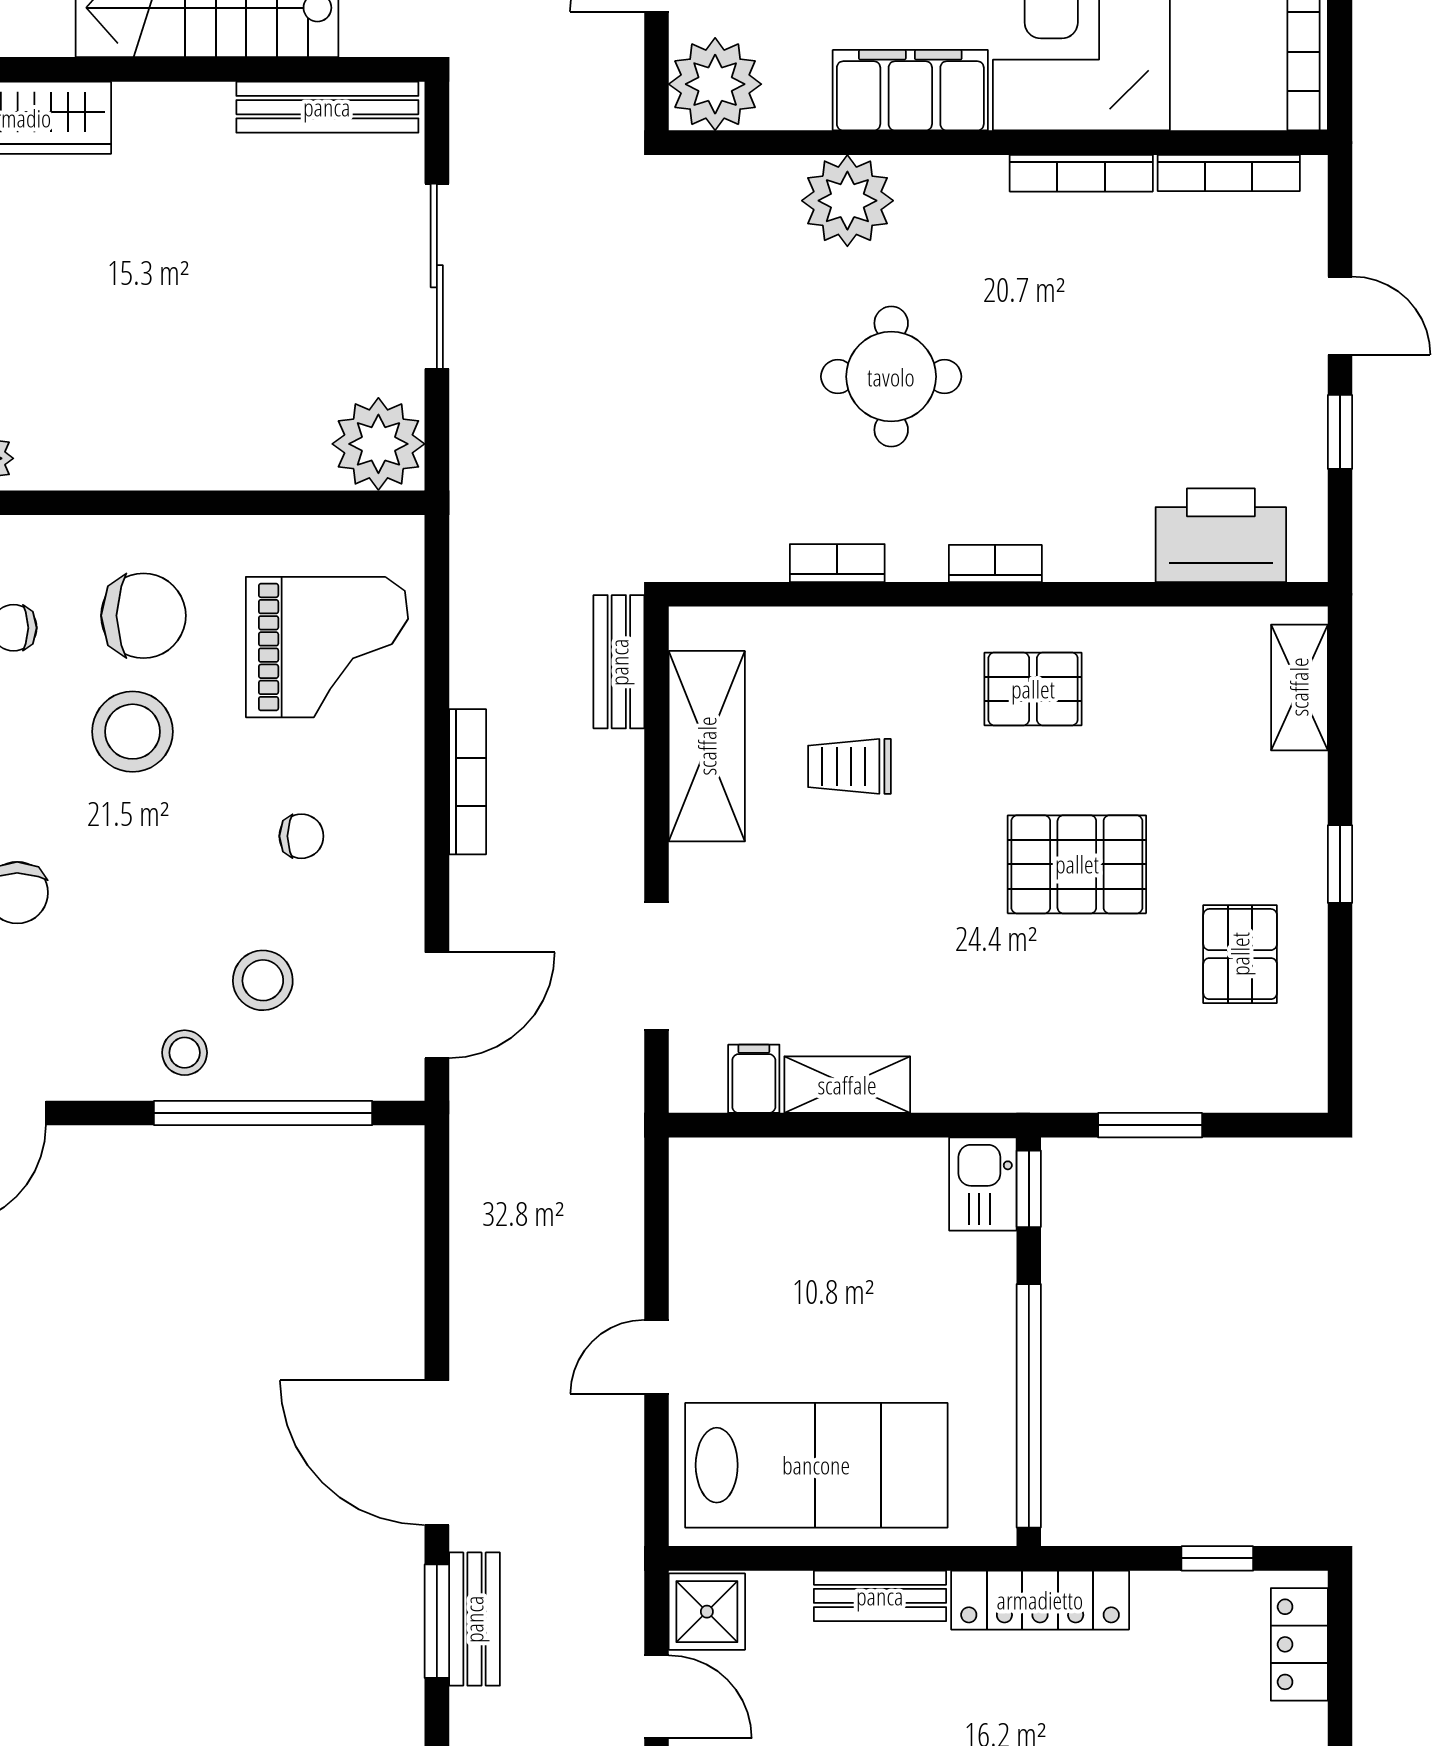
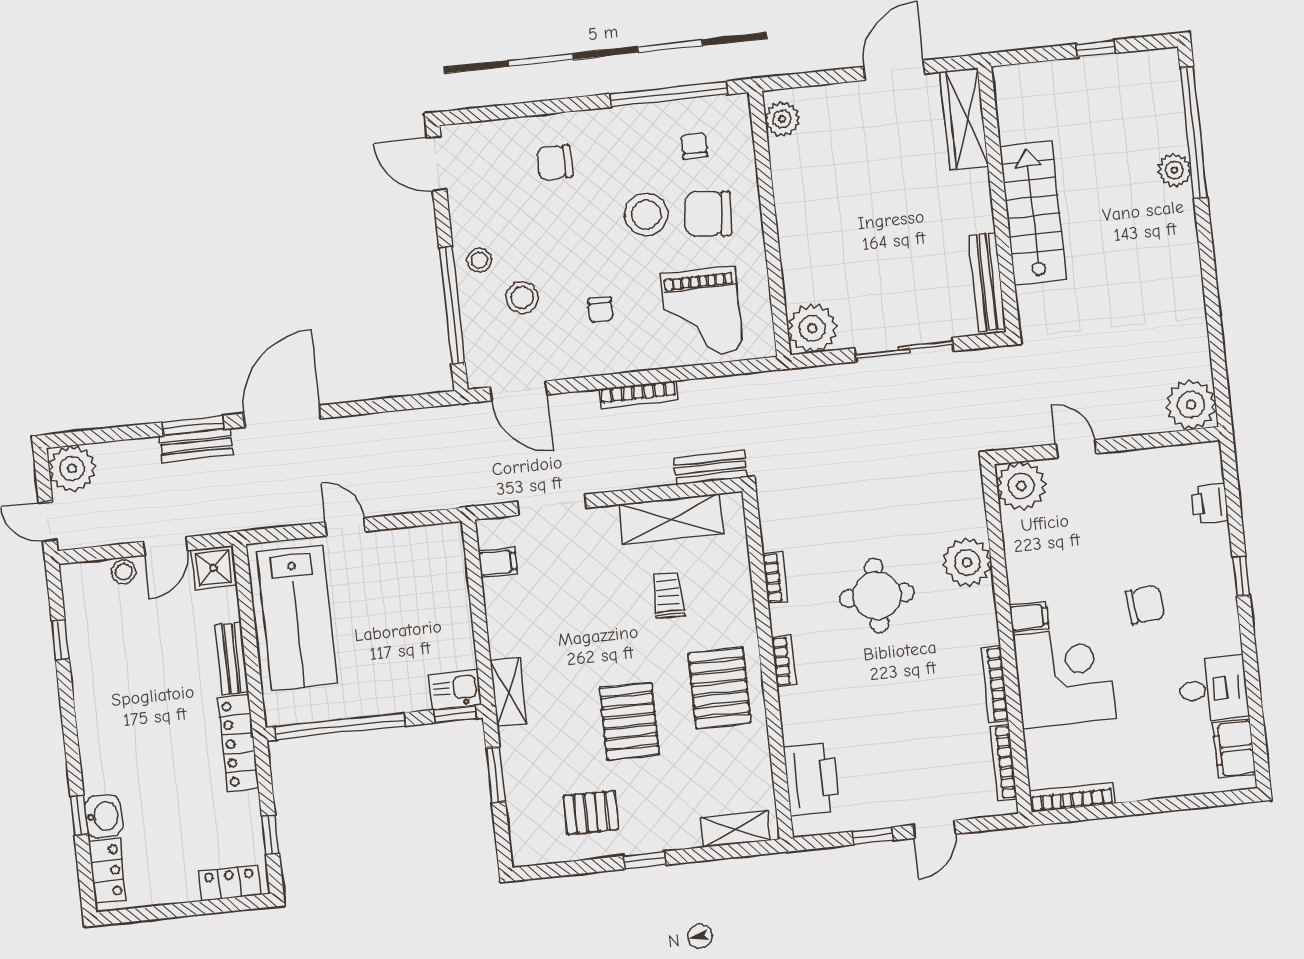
filing cabinet: (910, 90) -> (1029, 617), width x0.33, depth x0.86
chair: (143, 616) -> (708, 214), turned 96
pallet: (1033, 689) -> (720, 688), width x1.50, depth x1.42
shelving: (847, 1085) -> (508, 692), moved

